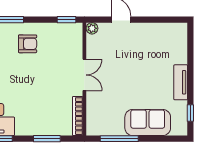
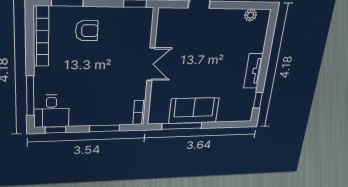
plant: (92, 28) -> (250, 15), moved
bookcase: (78, 116) -> (139, 113), width x0.64
sofa: (148, 123) -> (194, 111), moved

